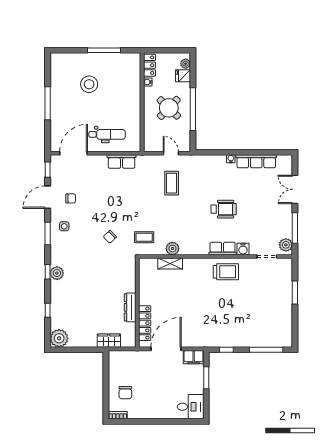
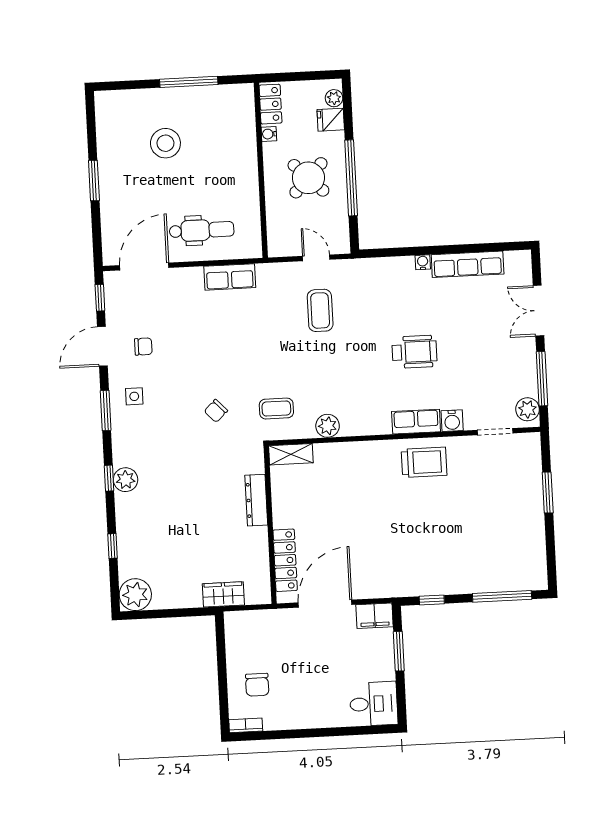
window: (48, 103) -> (94, 180), width x0.69
shelving: (170, 263) -> (291, 454), moved
dresser: (130, 307) -> (256, 500), moved

